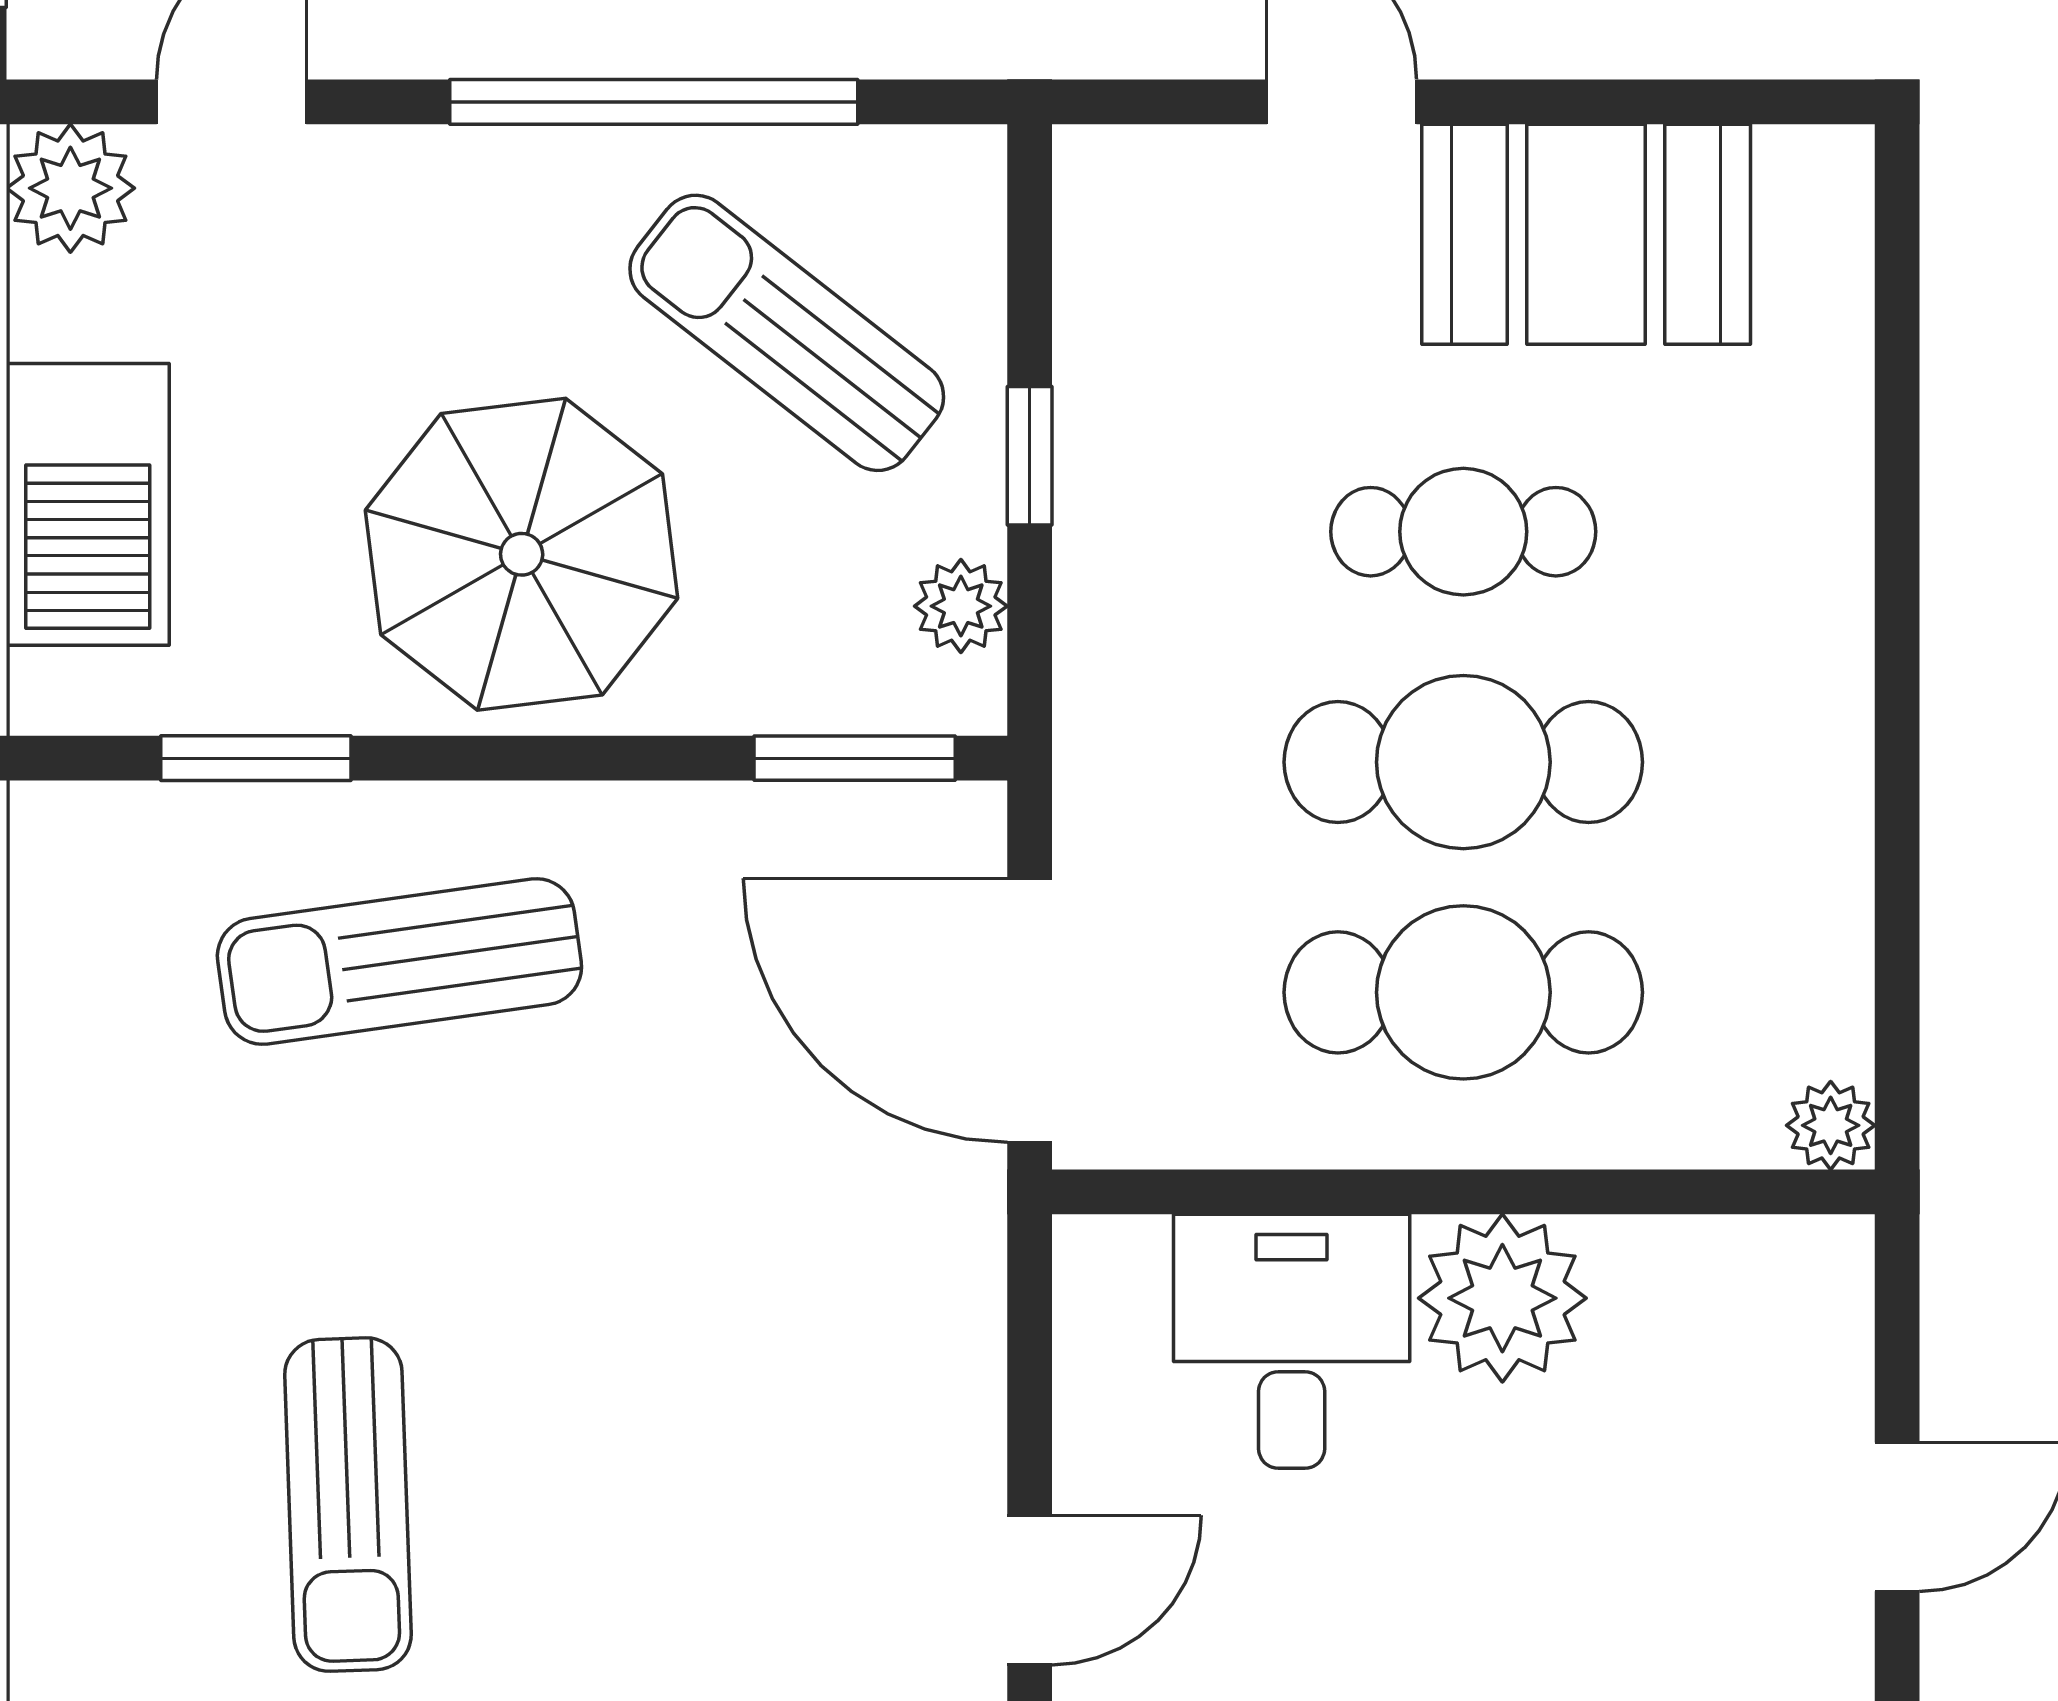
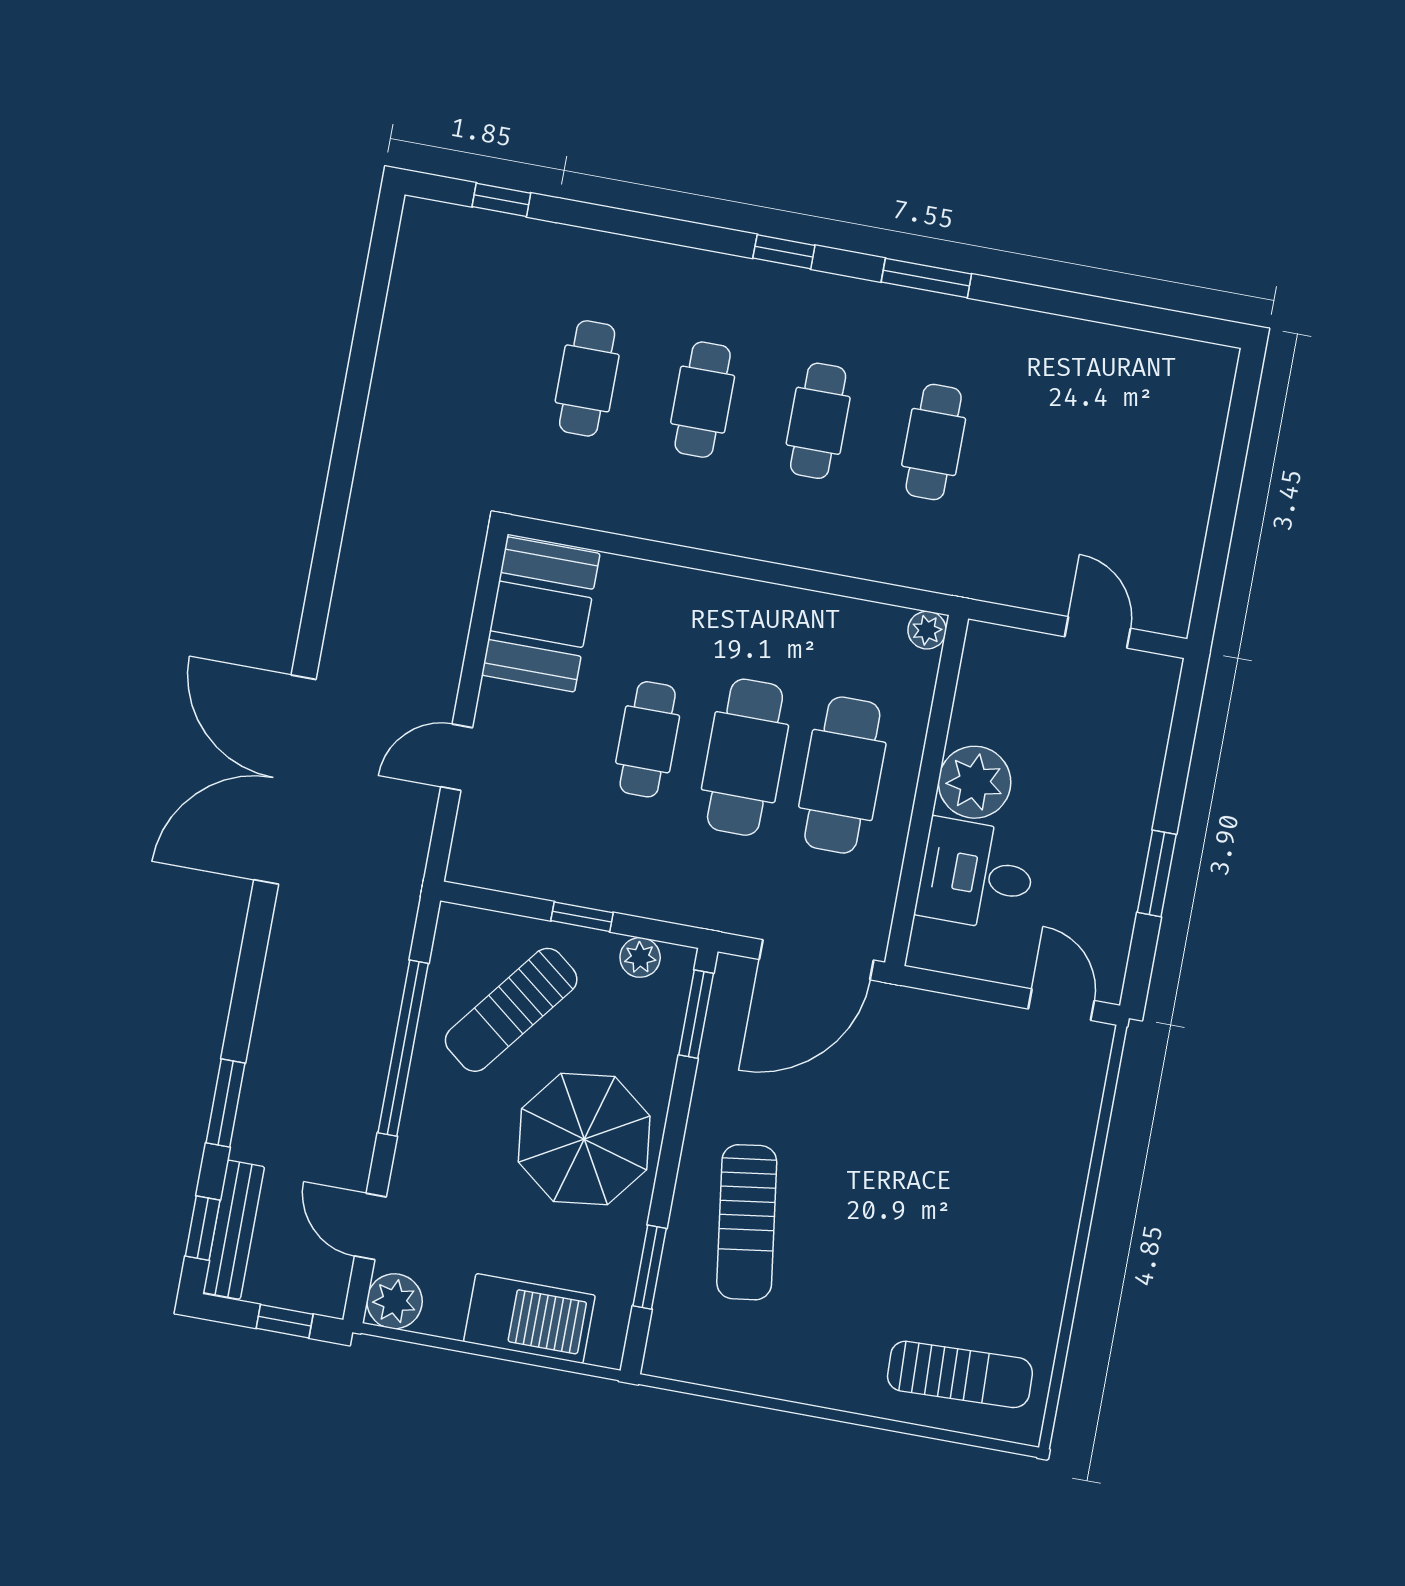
booth: (1586, 234) -> (541, 614), moved
sun lounger: (348, 1505) -> (960, 1374), moved

